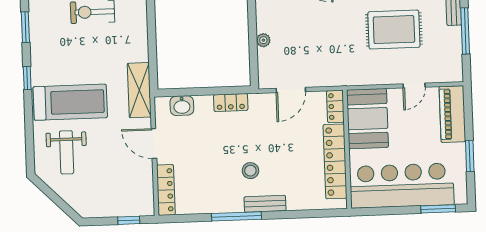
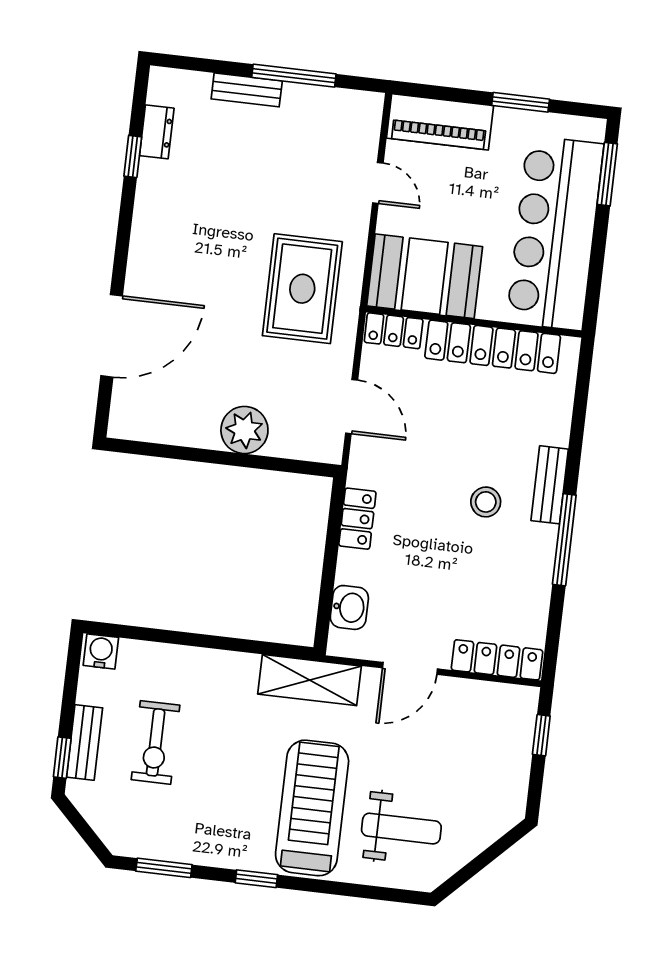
rug: (394, 30) -> (302, 289), moved
plant: (263, 40) -> (244, 430), width x1.88, depth x1.88

